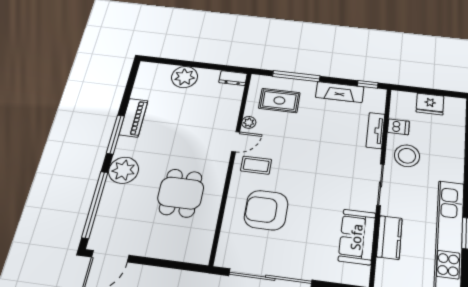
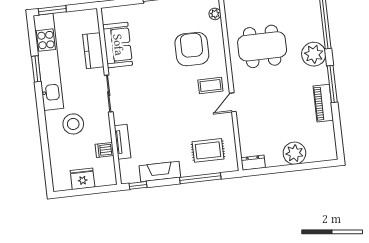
plant: (249, 122) -> (215, 14), moved
stool: (407, 156) -> (73, 124), moved
dining table: (181, 193) -> (262, 46), width x1.37
armchair: (266, 210) -> (192, 49), turned -90

